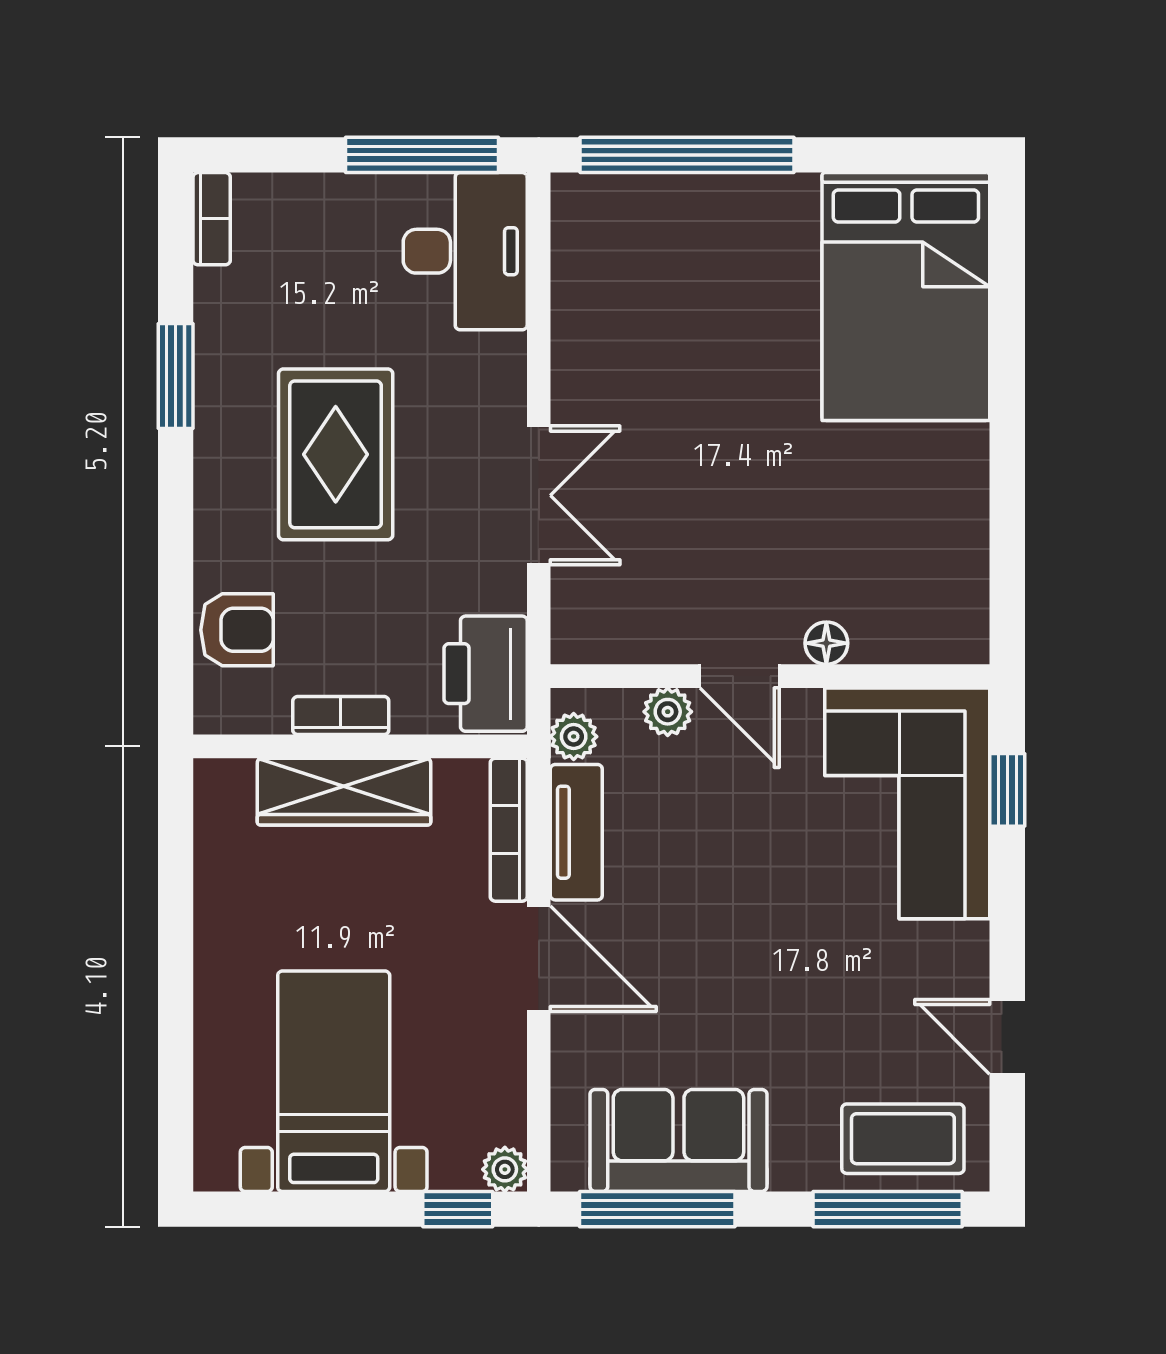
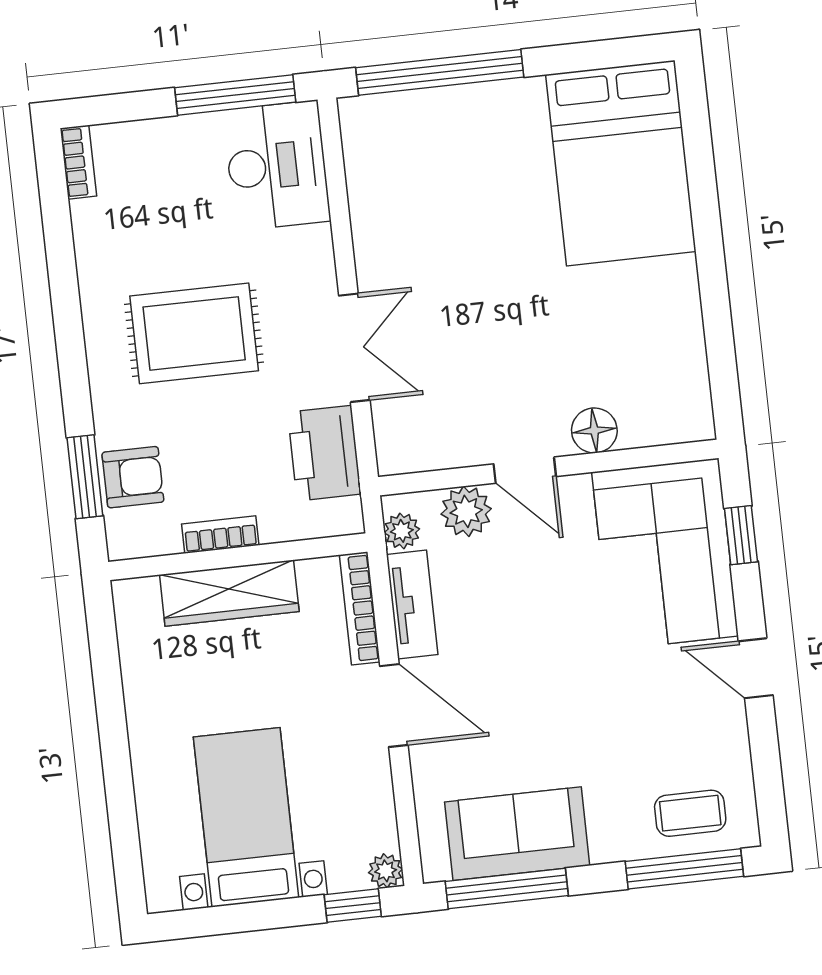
window: (176, 376) -> (85, 477), moved
rug: (336, 454) -> (194, 333), turned 90
floor lamp: (826, 643) -> (594, 430), width x1.37, depth x1.37
printer: (486, 674) -> (324, 453), moved
plant: (668, 712) -> (466, 511), width x1.38, depth x1.38
door: (1007, 1037) -> (756, 668), moved
coffee table: (903, 1139) -> (690, 813), width x0.73, depth x0.77

